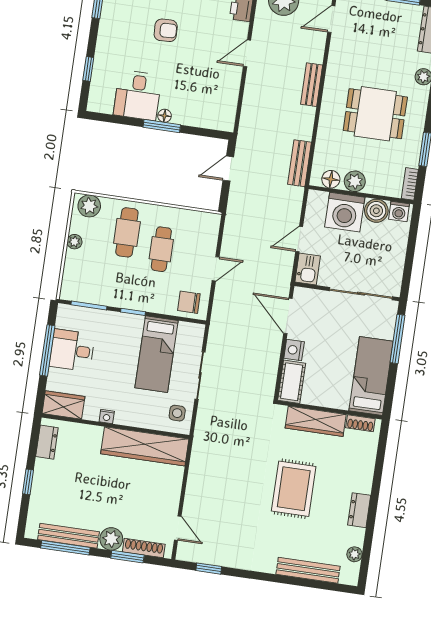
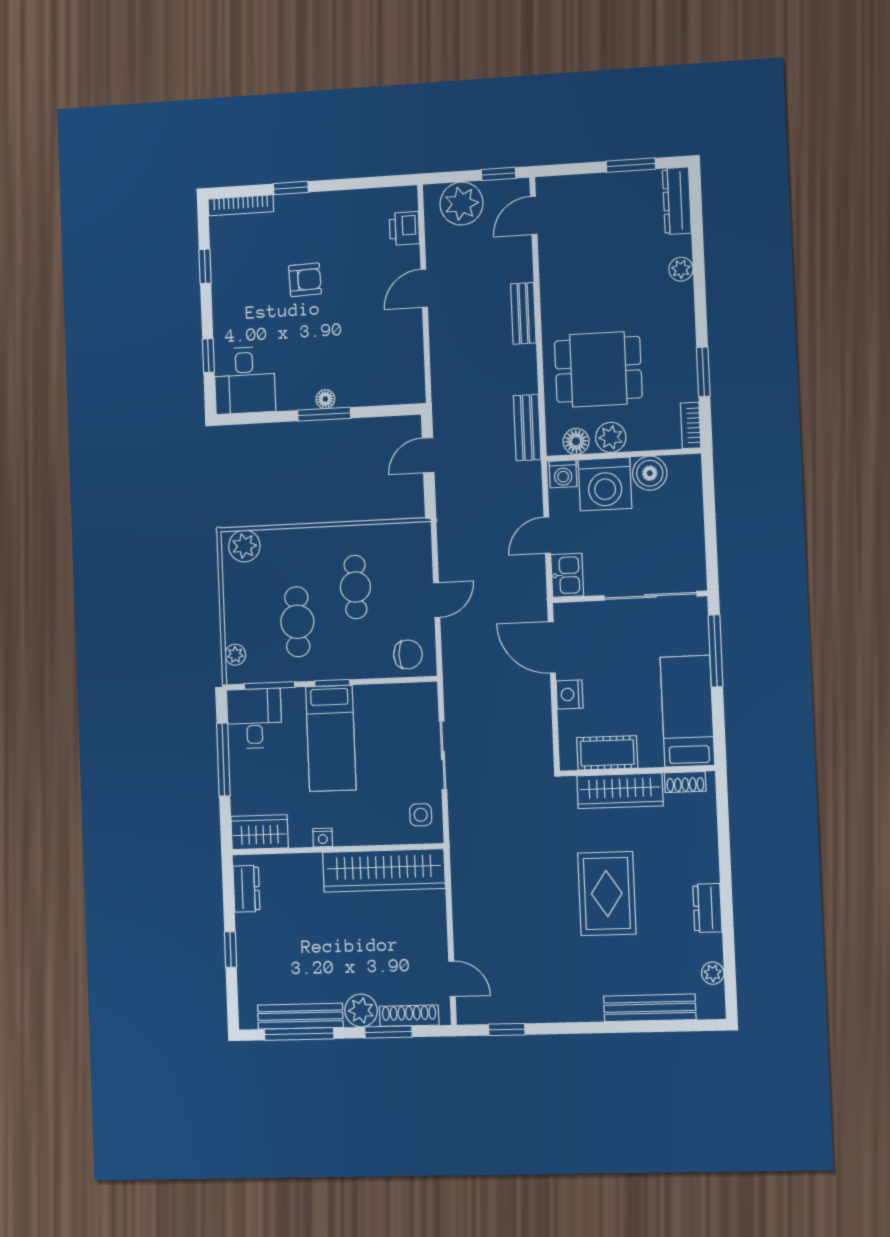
desk: (138, 95) -> (245, 380), moved
dining table: (375, 114) -> (598, 369), moved
washing machine: (399, 212) -> (563, 474), moved
cafe table: (127, 232) -> (297, 622), moved
plant: (75, 242) -> (235, 655), moved
chair: (189, 302) -> (408, 654), turned 180
desk: (72, 350) -> (254, 718), moved, turned 90
bed: (157, 354) -> (331, 738), moved
cot: (292, 382) -> (607, 753), moved, turned 90

